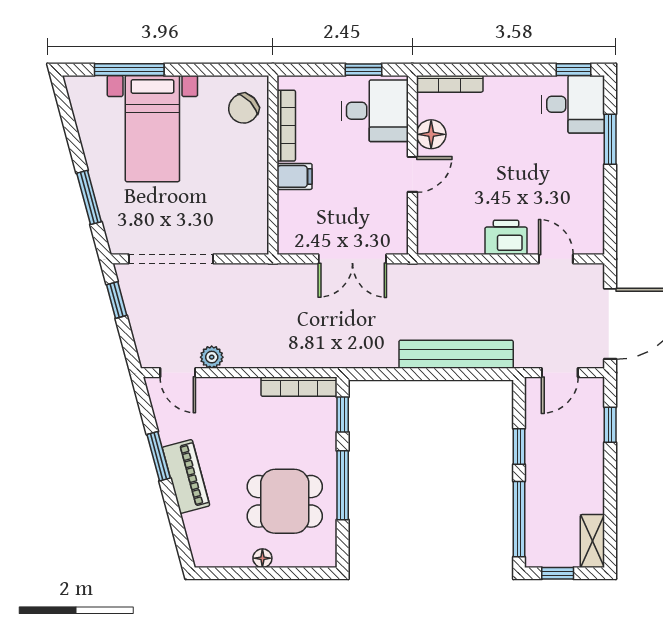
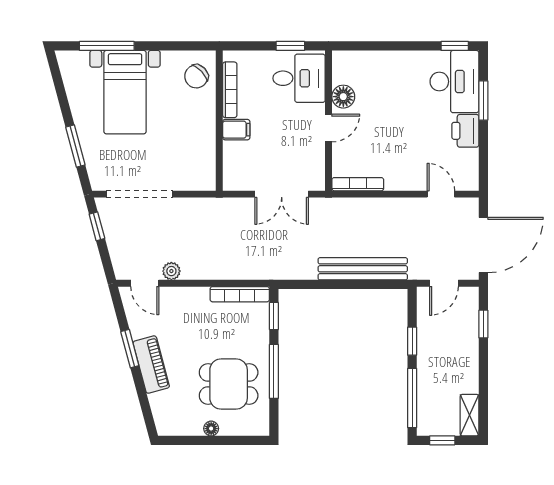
bookcase: (450, 84) -> (358, 184), moved, turned 180
desk: (573, 104) -> (454, 82), width x1.37
printer: (506, 237) -> (465, 131), moved, turned -90

